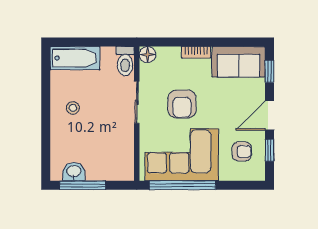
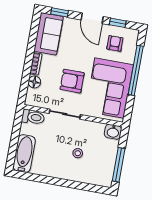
floor lamp: (148, 55) -> (34, 82), moved
armchair: (182, 104) -> (72, 81), turned 180
stool: (73, 108) -> (78, 153), moved
washbasin: (74, 172) -> (113, 132), moved, turned -90
window: (183, 185) -> (136, 70), moved

